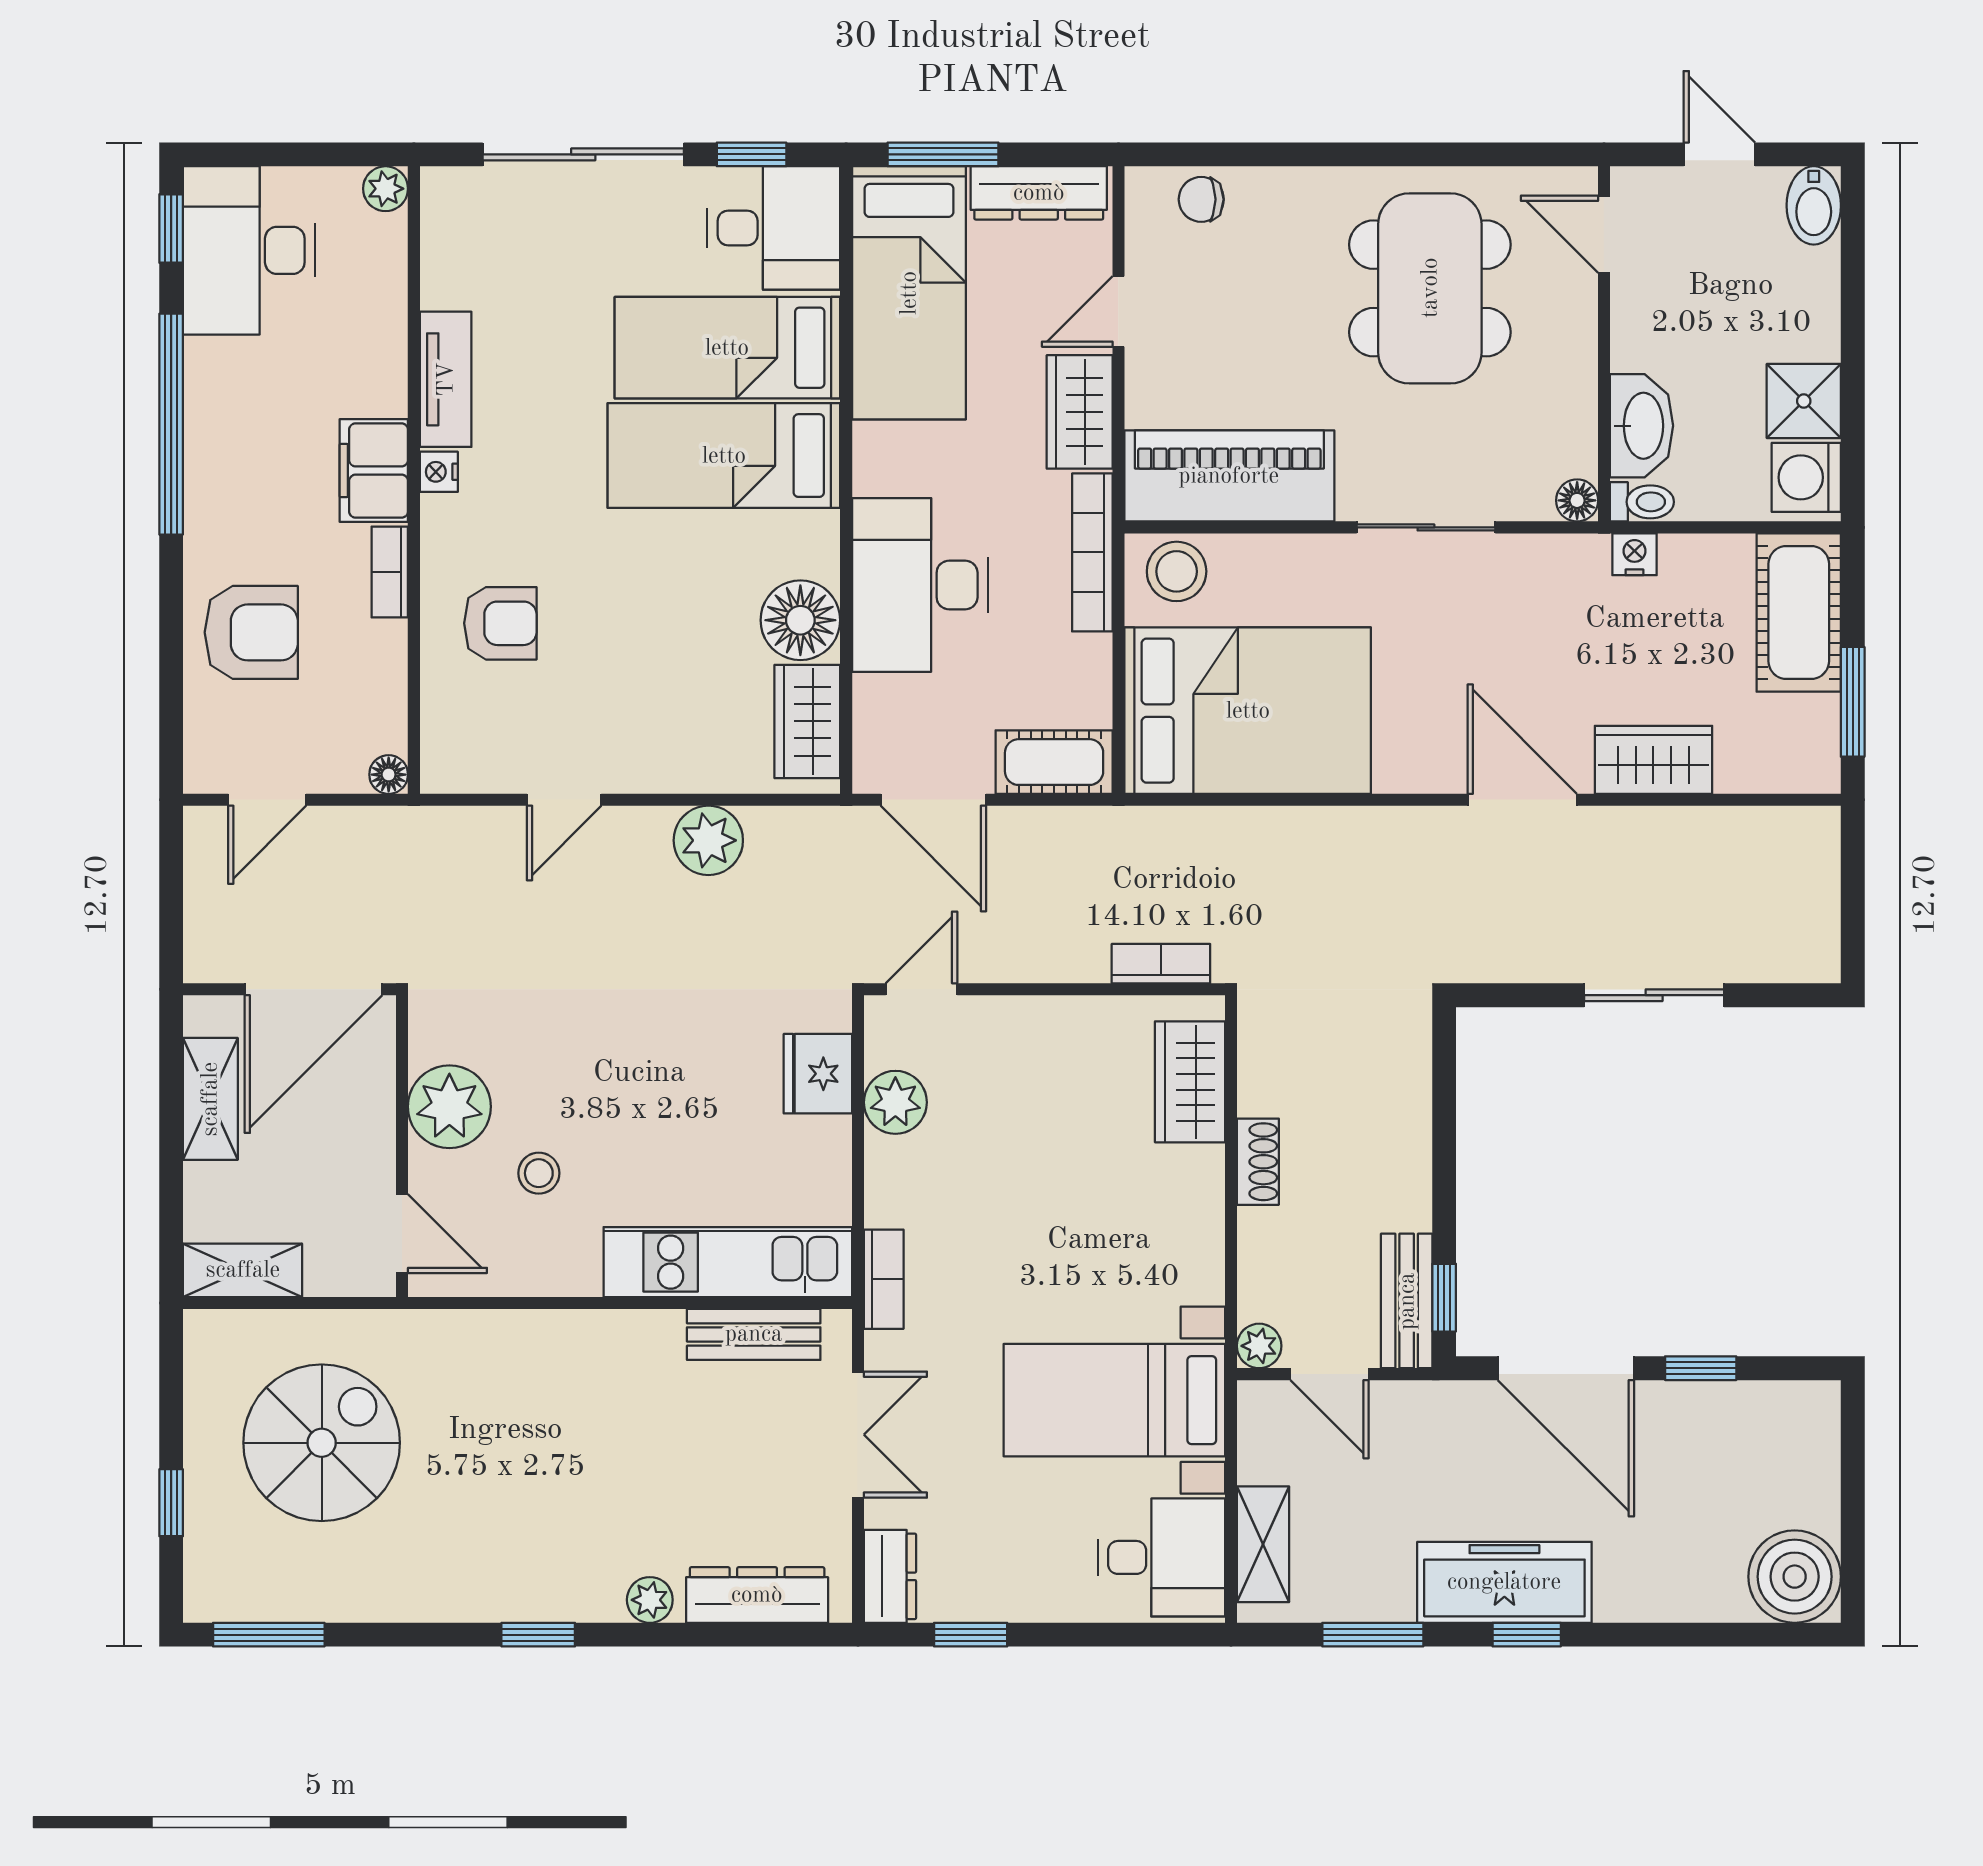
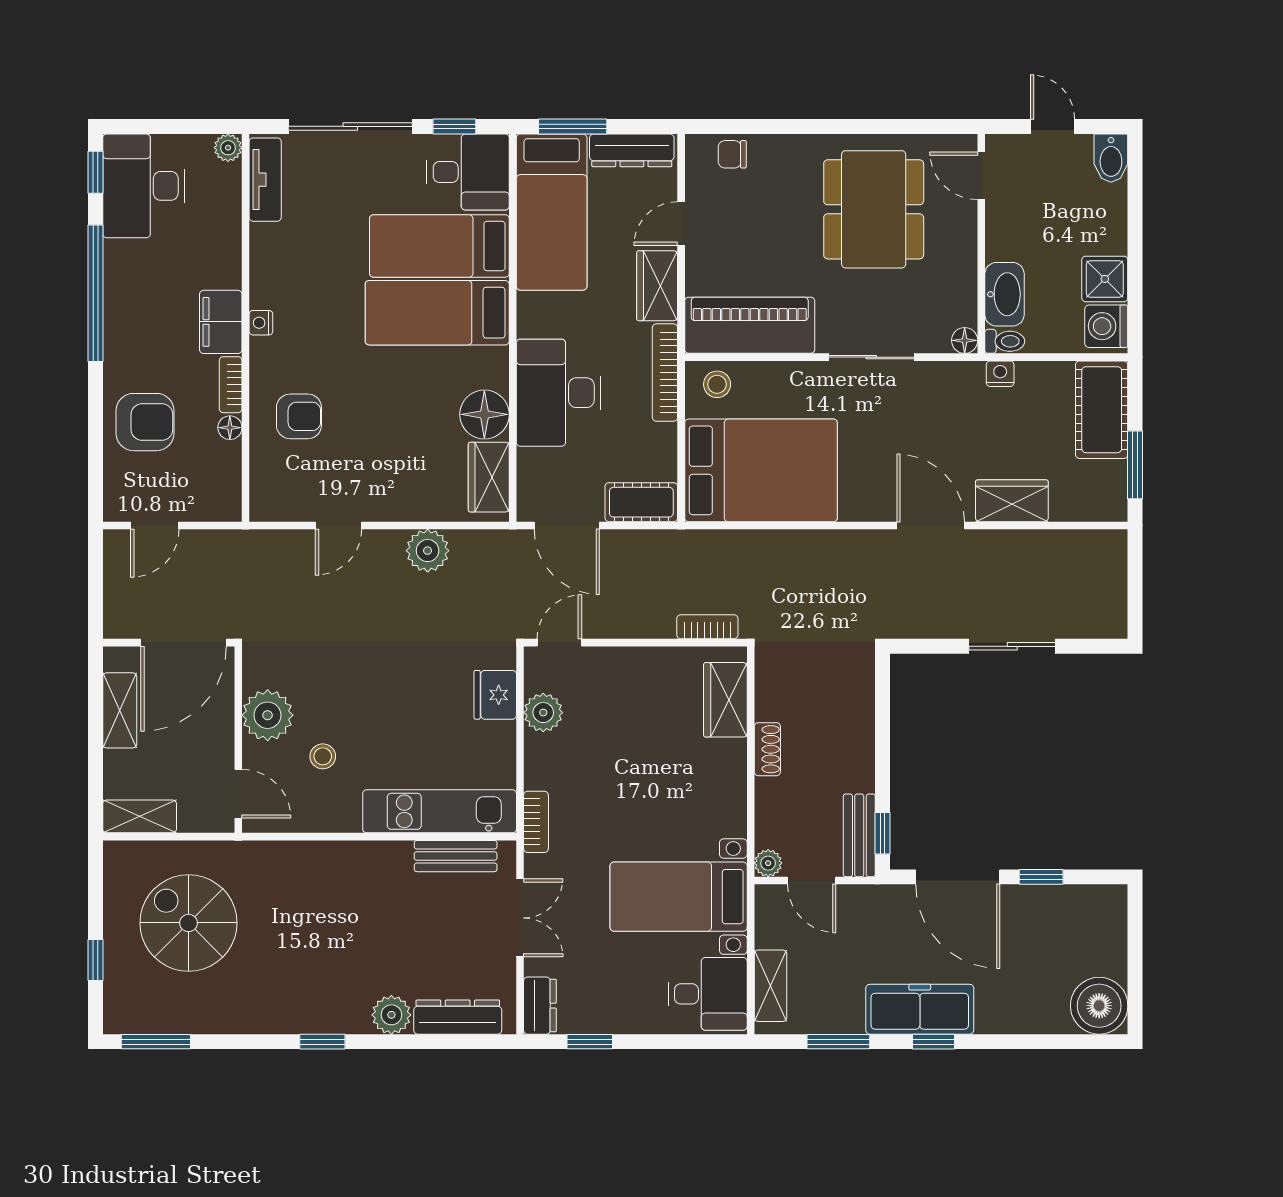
tv unit: (446, 379) -> (265, 180), moved
stool: (1177, 571) -> (717, 384), width x0.73, depth x0.73
floor lamp: (389, 775) -> (230, 428), moved
spiral stairs: (322, 1443) -> (189, 923), turned -90
plant: (650, 1600) -> (391, 1015), width x1.38, depth x1.38

